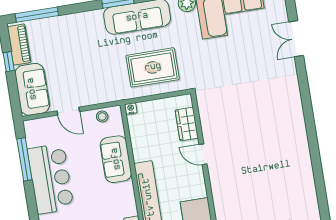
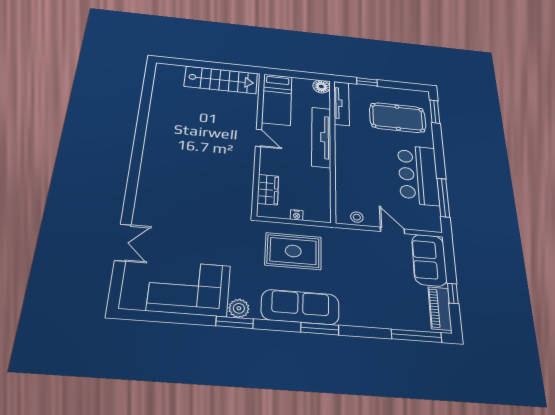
nightstand: (131, 108) -> (297, 215), moved
door: (203, 154) -> (258, 138), moved
sofa: (116, 159) -> (349, 176), removed

